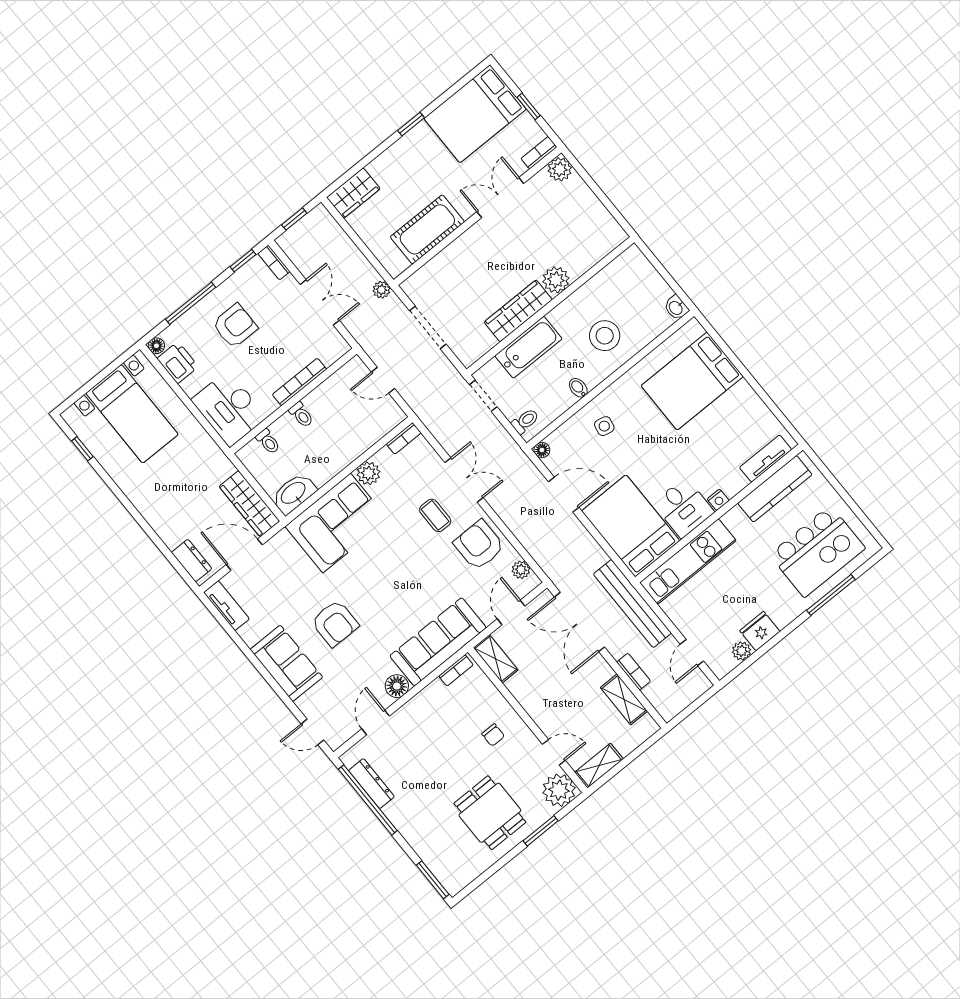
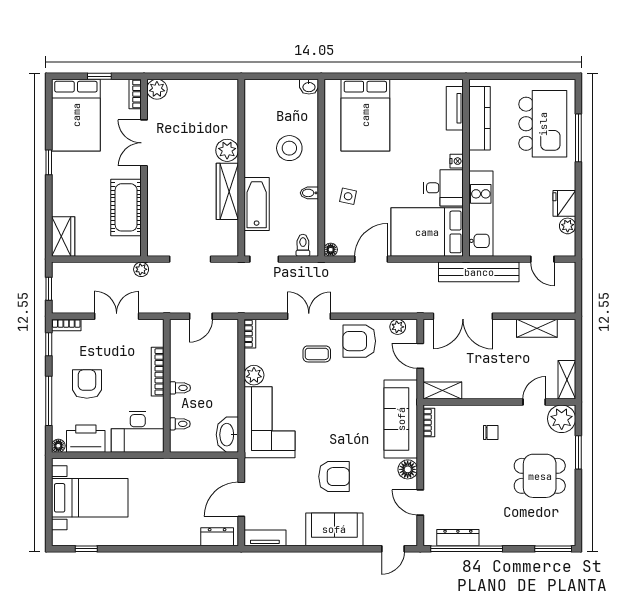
printer: (178, 363) -> (86, 439), width x1.37, depth x1.19
wardrobe: (249, 504) -> (211, 469), removed
bookcase: (634, 672) -> (524, 307), removed

